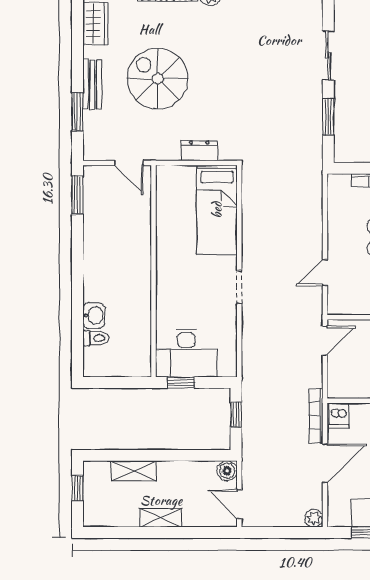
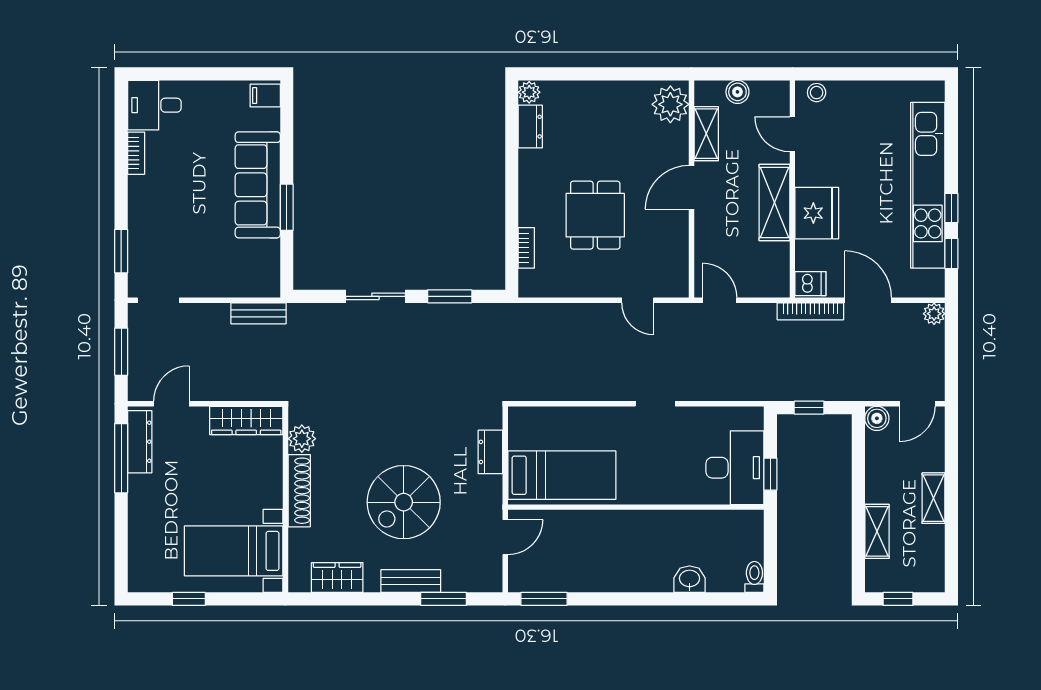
bed: (217, 210) -> (562, 475), moved
toilet: (96, 338) -> (754, 577), moved

